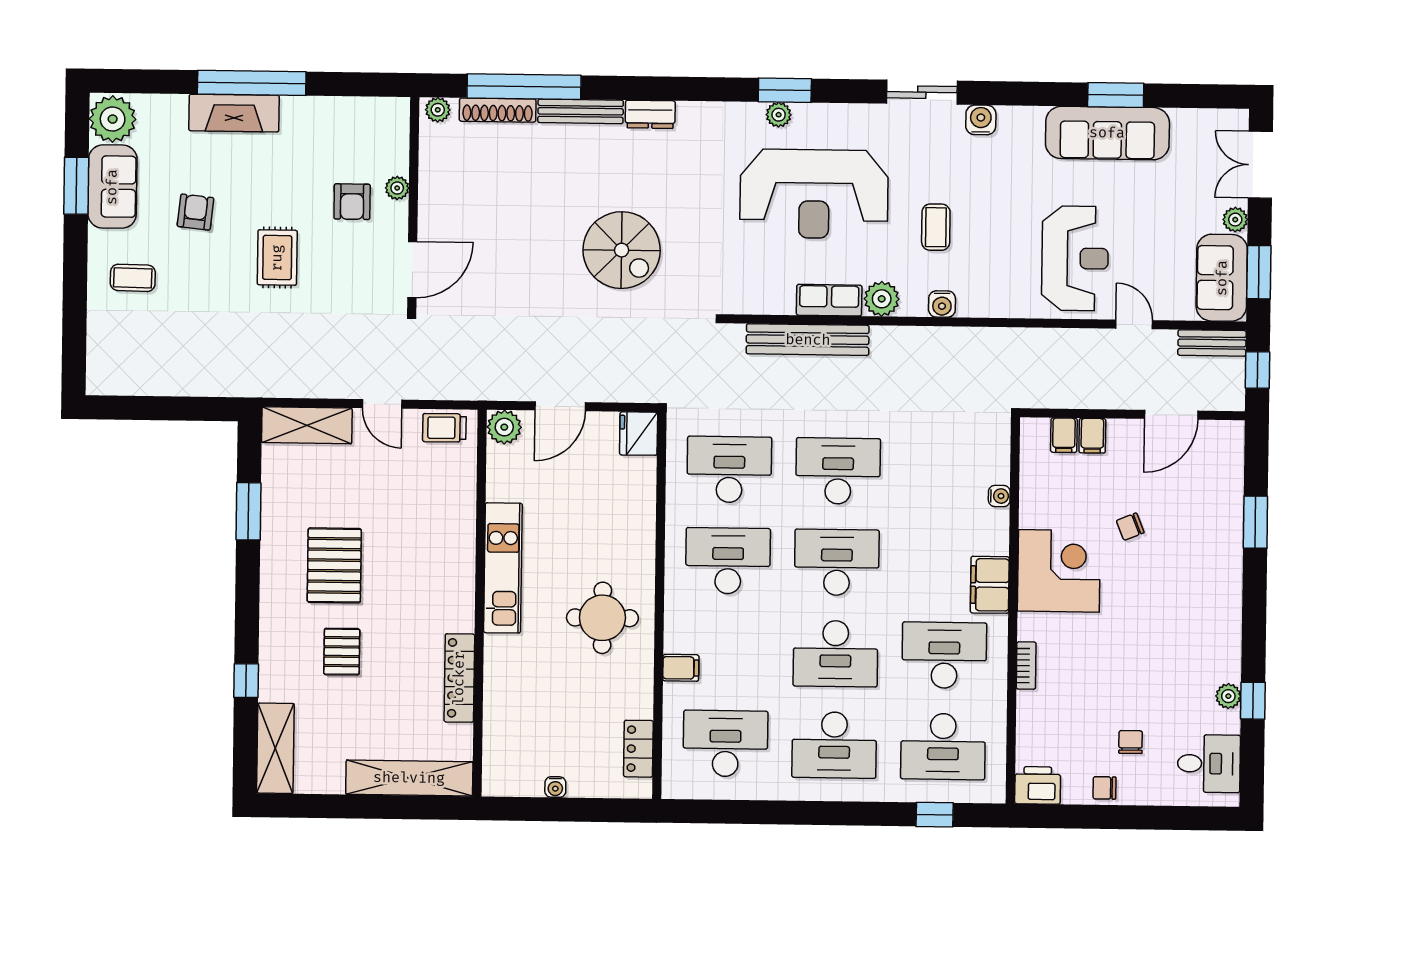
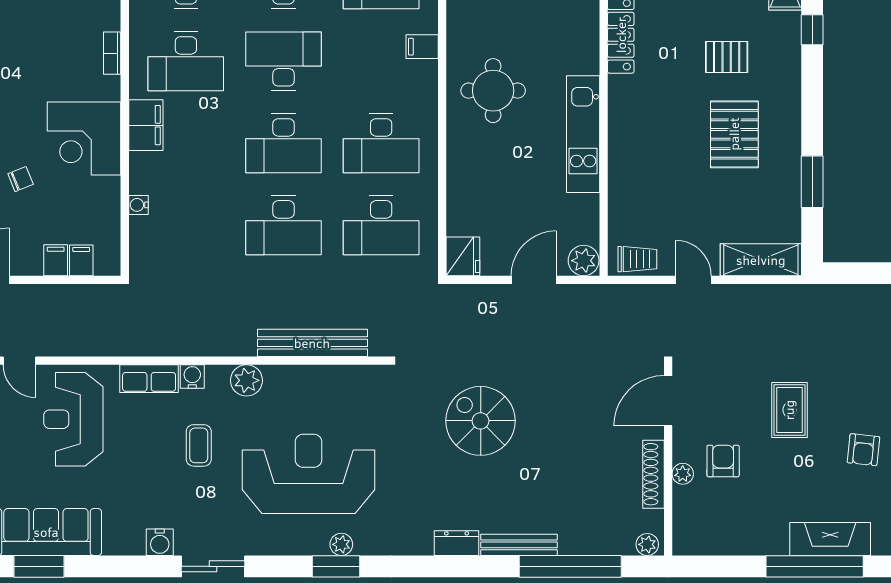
shoe rack: (498, 110) -> (654, 474), moved, turned -90
row of seats: (829, 300) -> (149, 379), moved
pallet: (342, 652) -> (727, 57), turned 90

